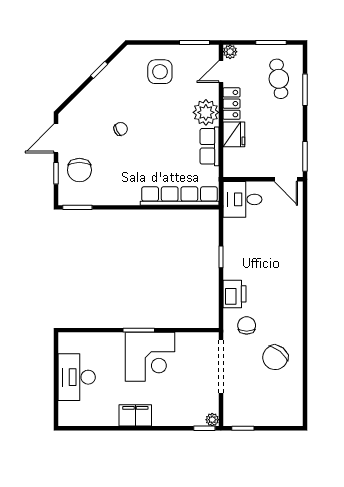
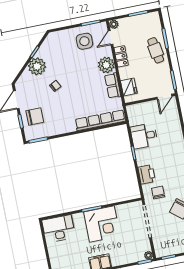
side table: (160, 72) -> (84, 41), moved
cafe table: (279, 79) -> (156, 50), moved
plant: (98, 93) -> (37, 66), added
fridge: (234, 134) -> (129, 87), moved
chair: (79, 170) -> (35, 117), turned -90
door: (286, 179) -> (164, 97), hinge flipped
desk: (242, 199) -> (144, 136), moved
desk: (77, 377) -> (59, 229), moved, turned 90

